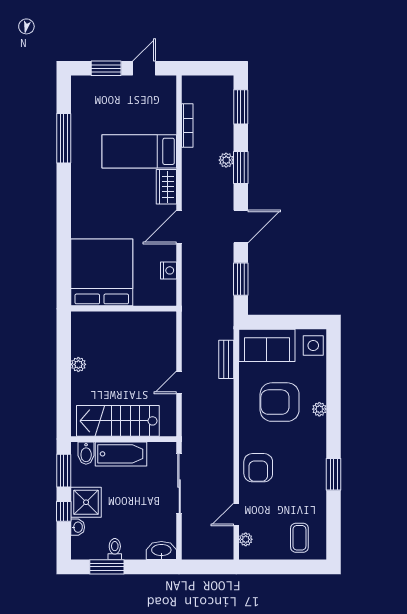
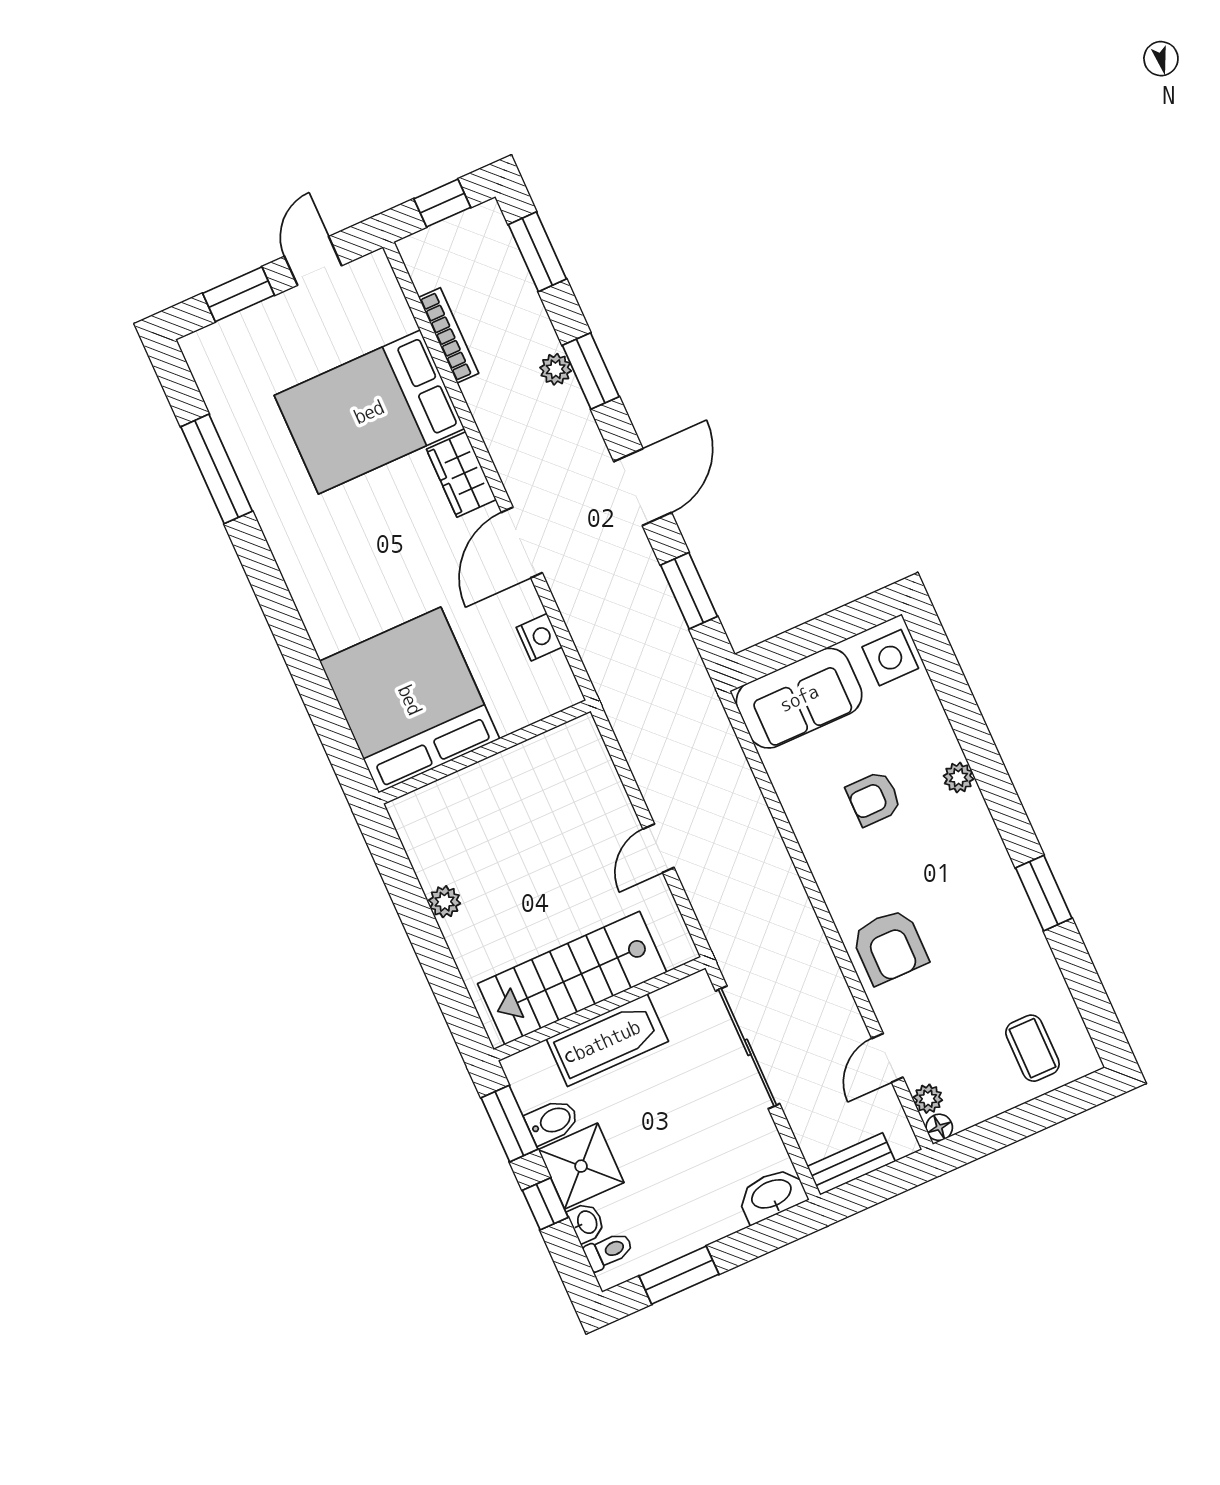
window: (210, 68) -> (442, 203), added
bed: (139, 151) -> (369, 412), width x1.50
bench: (226, 359) -> (851, 1164), moved, turned 90
armchair: (280, 402) -> (874, 799), width x0.53, depth x0.53
bidet: (86, 453) -> (552, 1121), moved, turned -90
toilet: (115, 549) -> (608, 1251), moved, turned 90
floor lamp: (245, 554) -> (939, 1127), added

